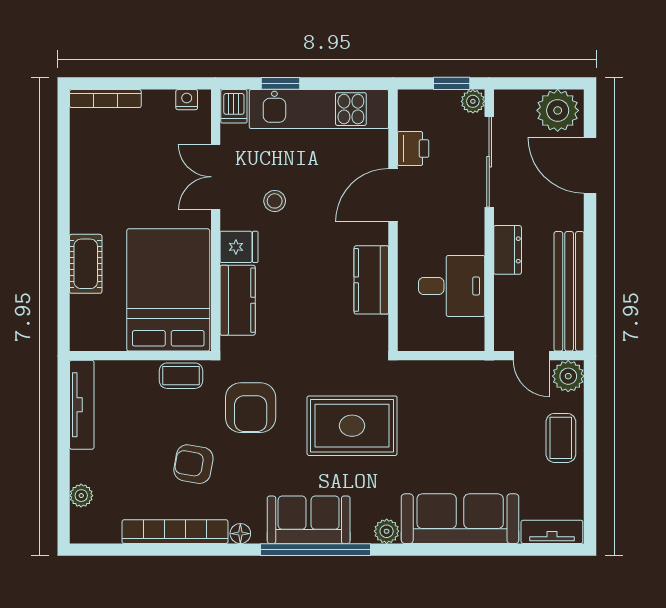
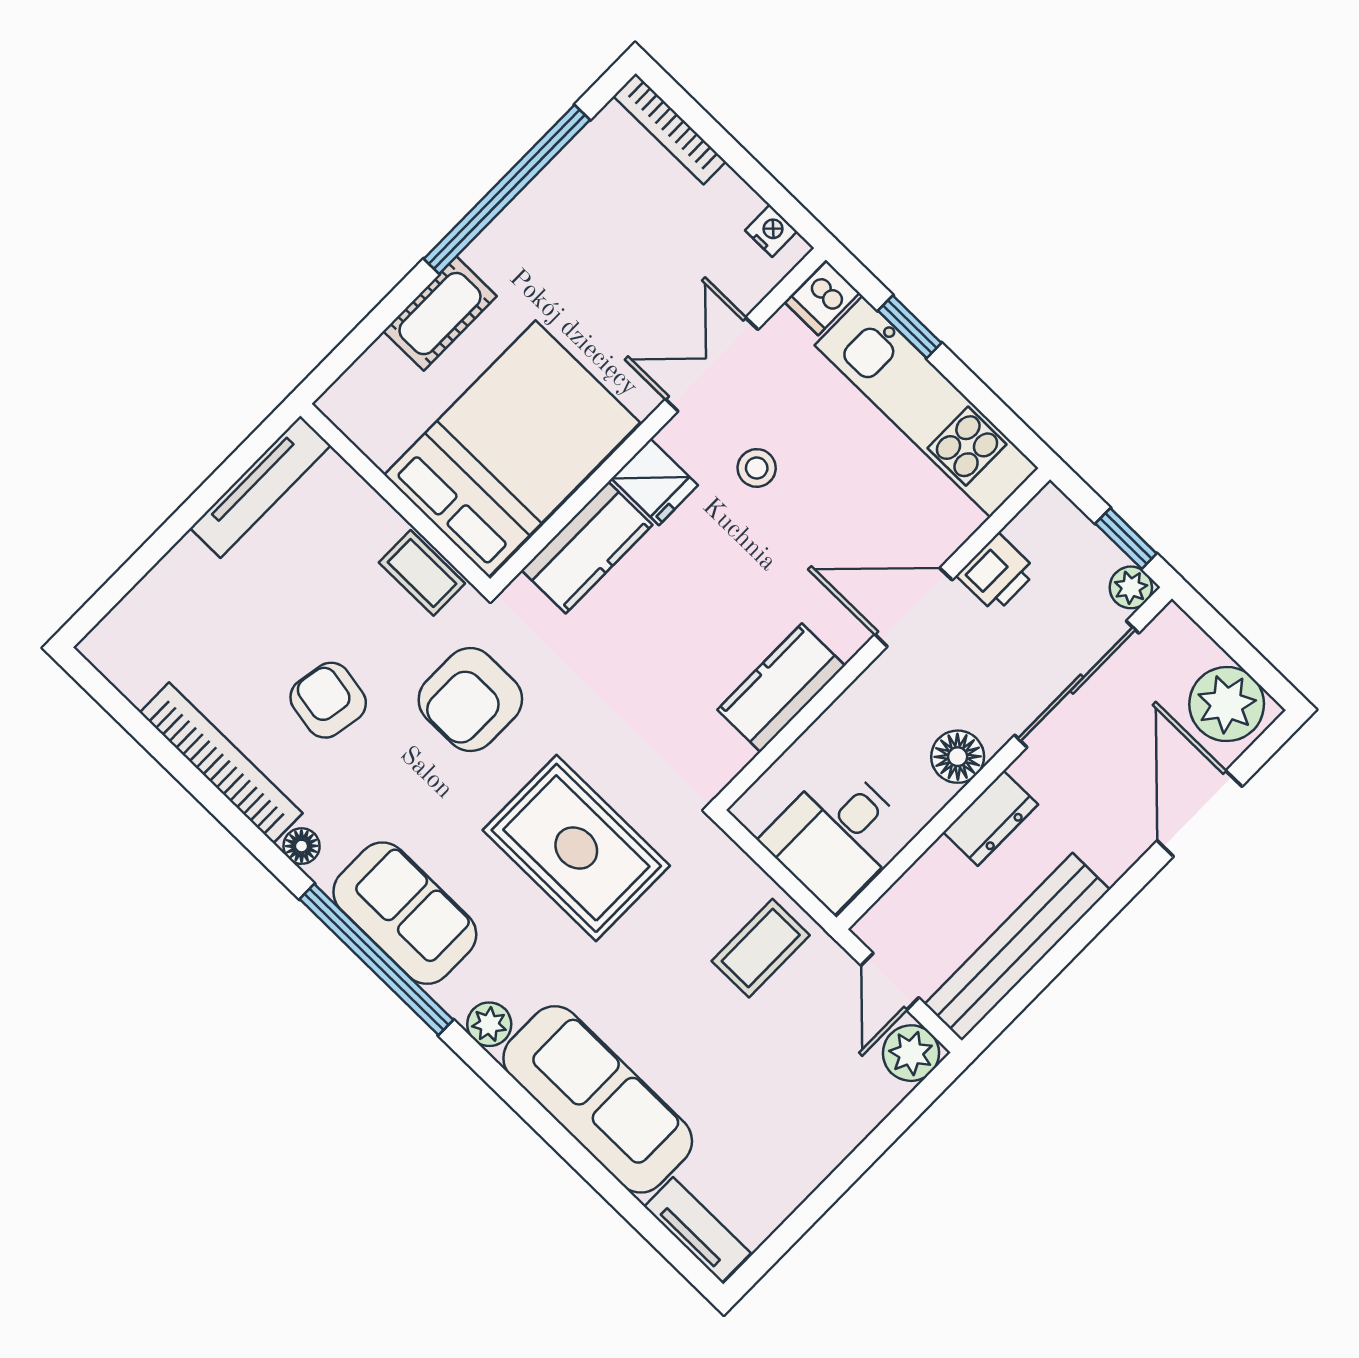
window: (64, 187) -> (507, 189), added
floor lamp: (470, 238) -> (958, 757), added
desk: (452, 286) -> (836, 836), moved, turned 90
coffee table: (561, 438) -> (761, 948), moved
plant: (81, 496) -> (147, 601), removed

